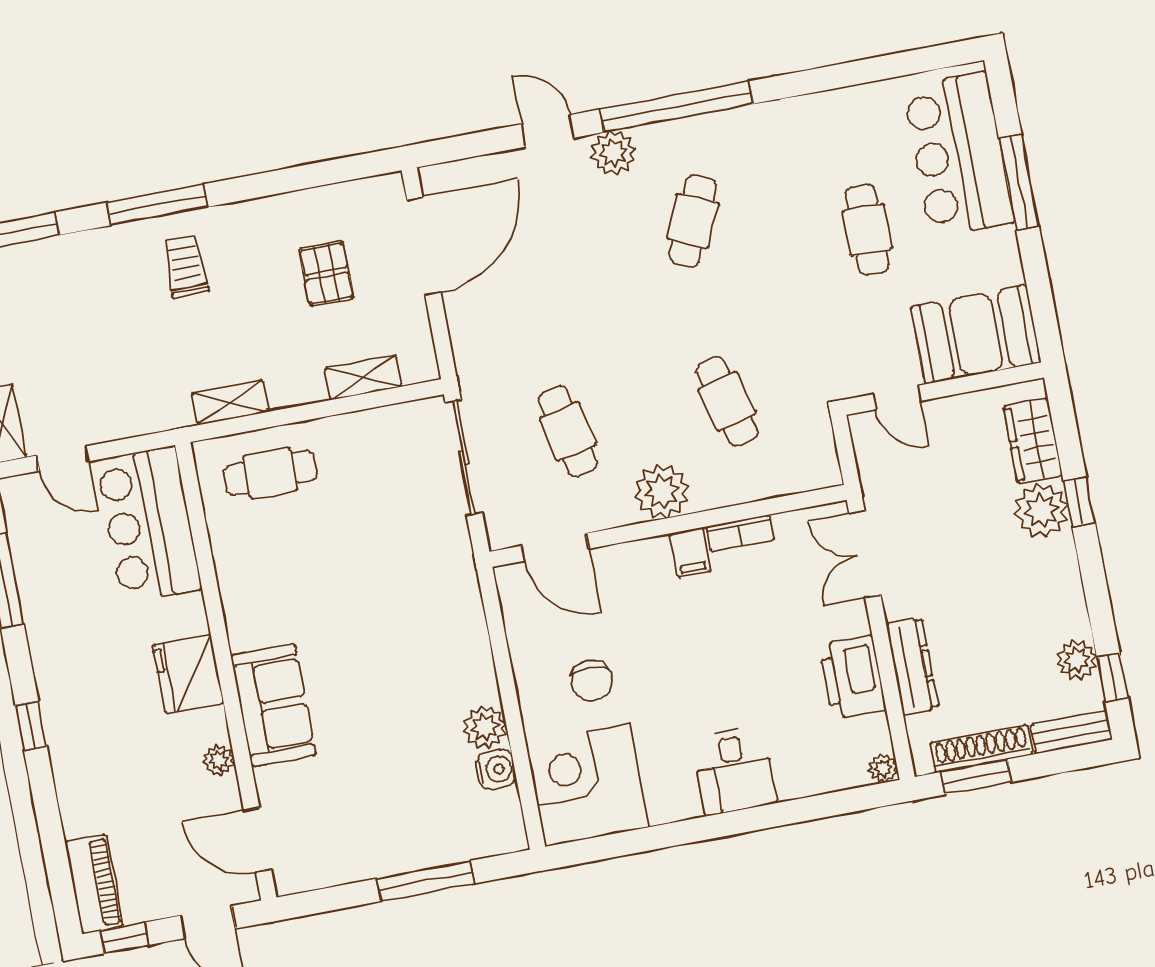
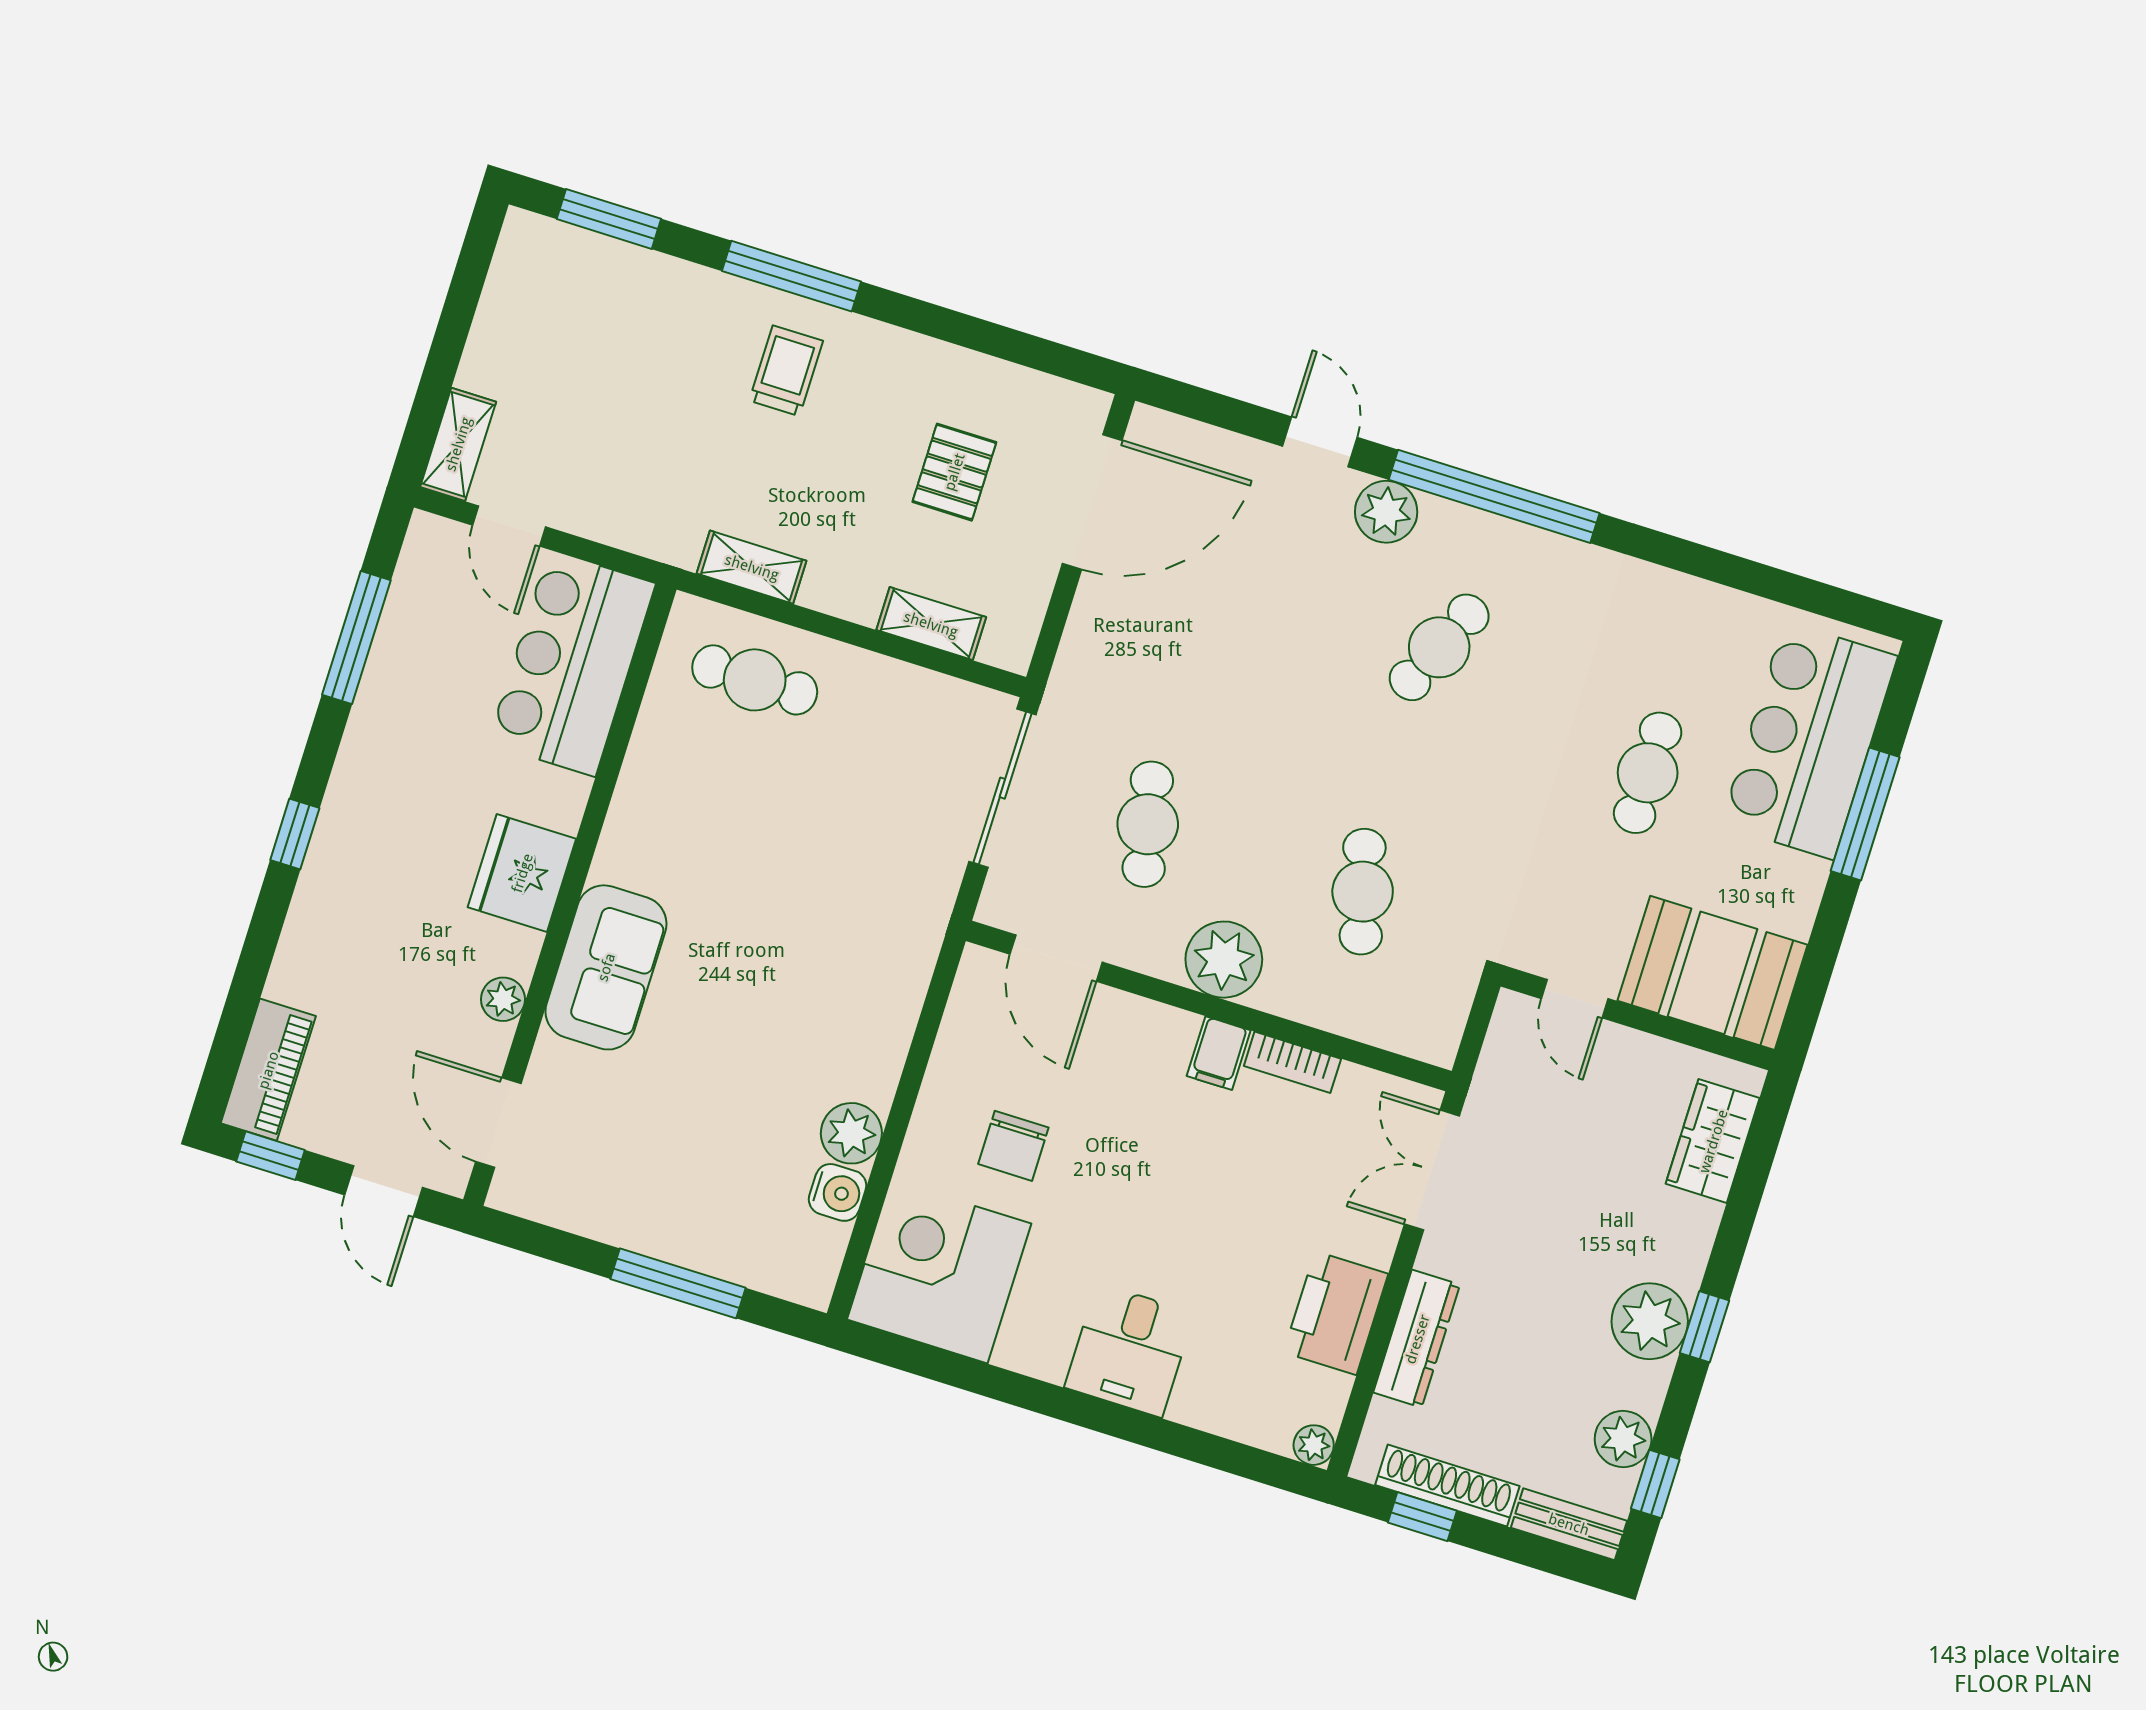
window: (1079, 502) -> (1704, 1327), moved
plant: (1041, 510) -> (1650, 1321), moved
window: (976, 777) -> (1422, 1517), width x0.67

